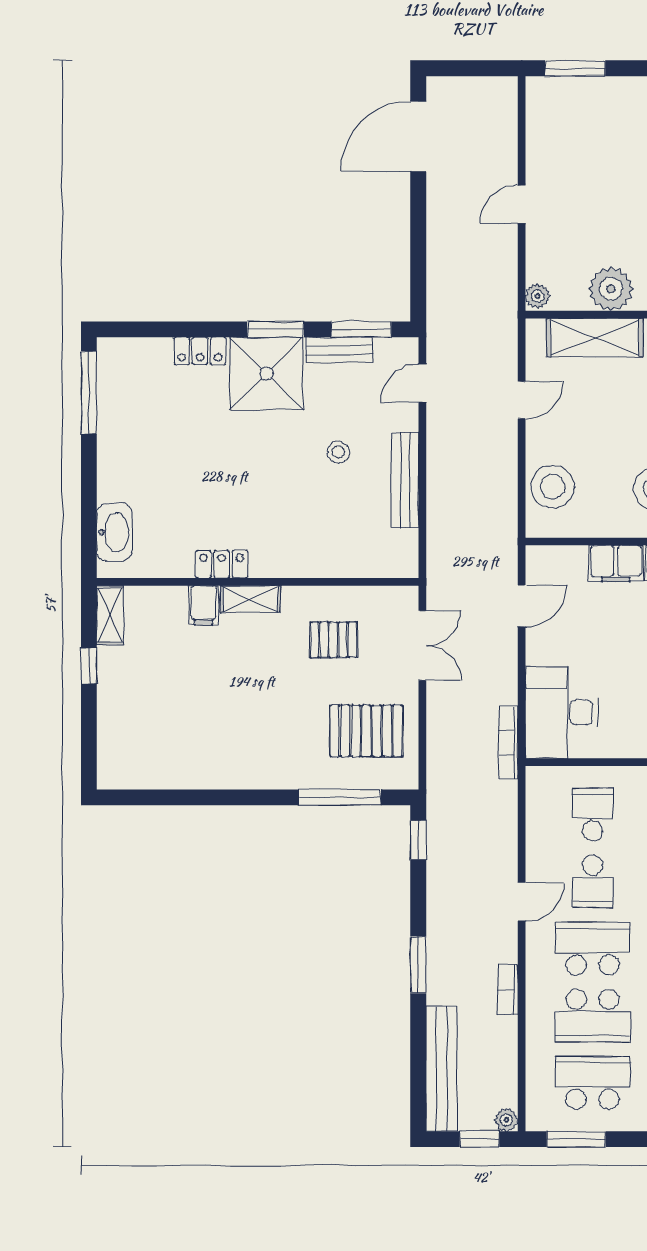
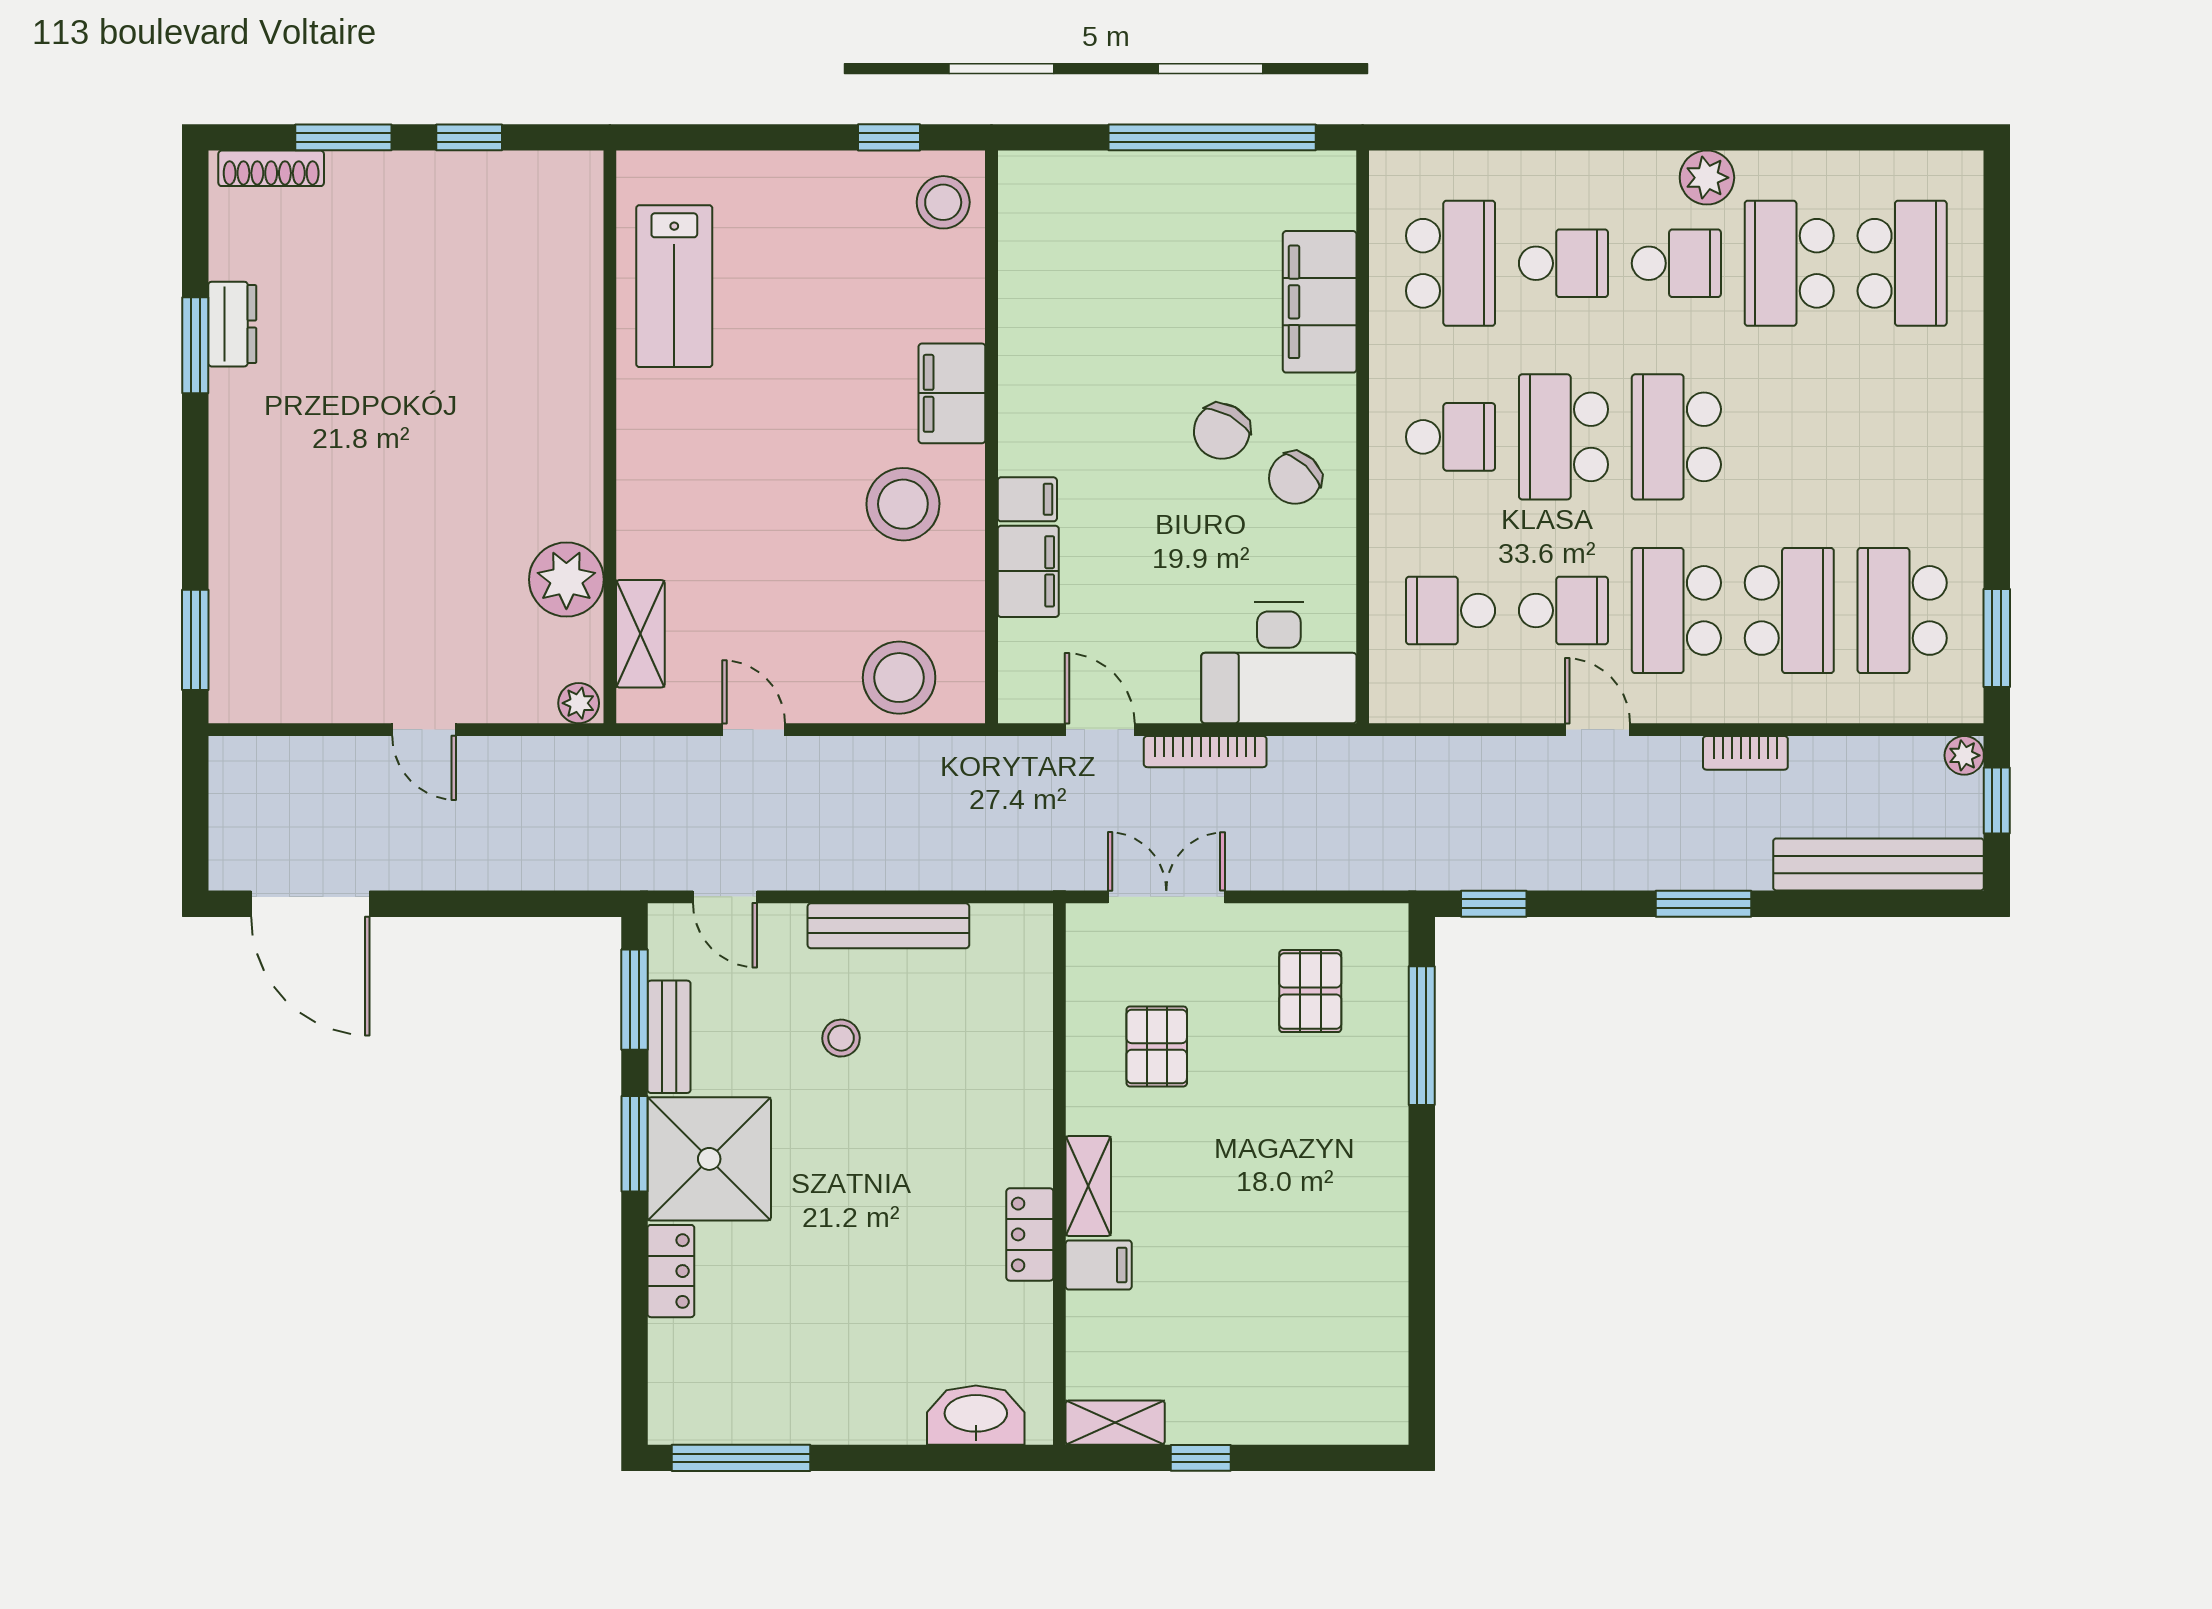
shelving: (595, 338) -> (640, 634), width x0.67, depth x0.75
pallet: (366, 731) -> (1310, 991), width x0.67, depth x0.71
bookcase: (509, 743) -> (1205, 752), moved

